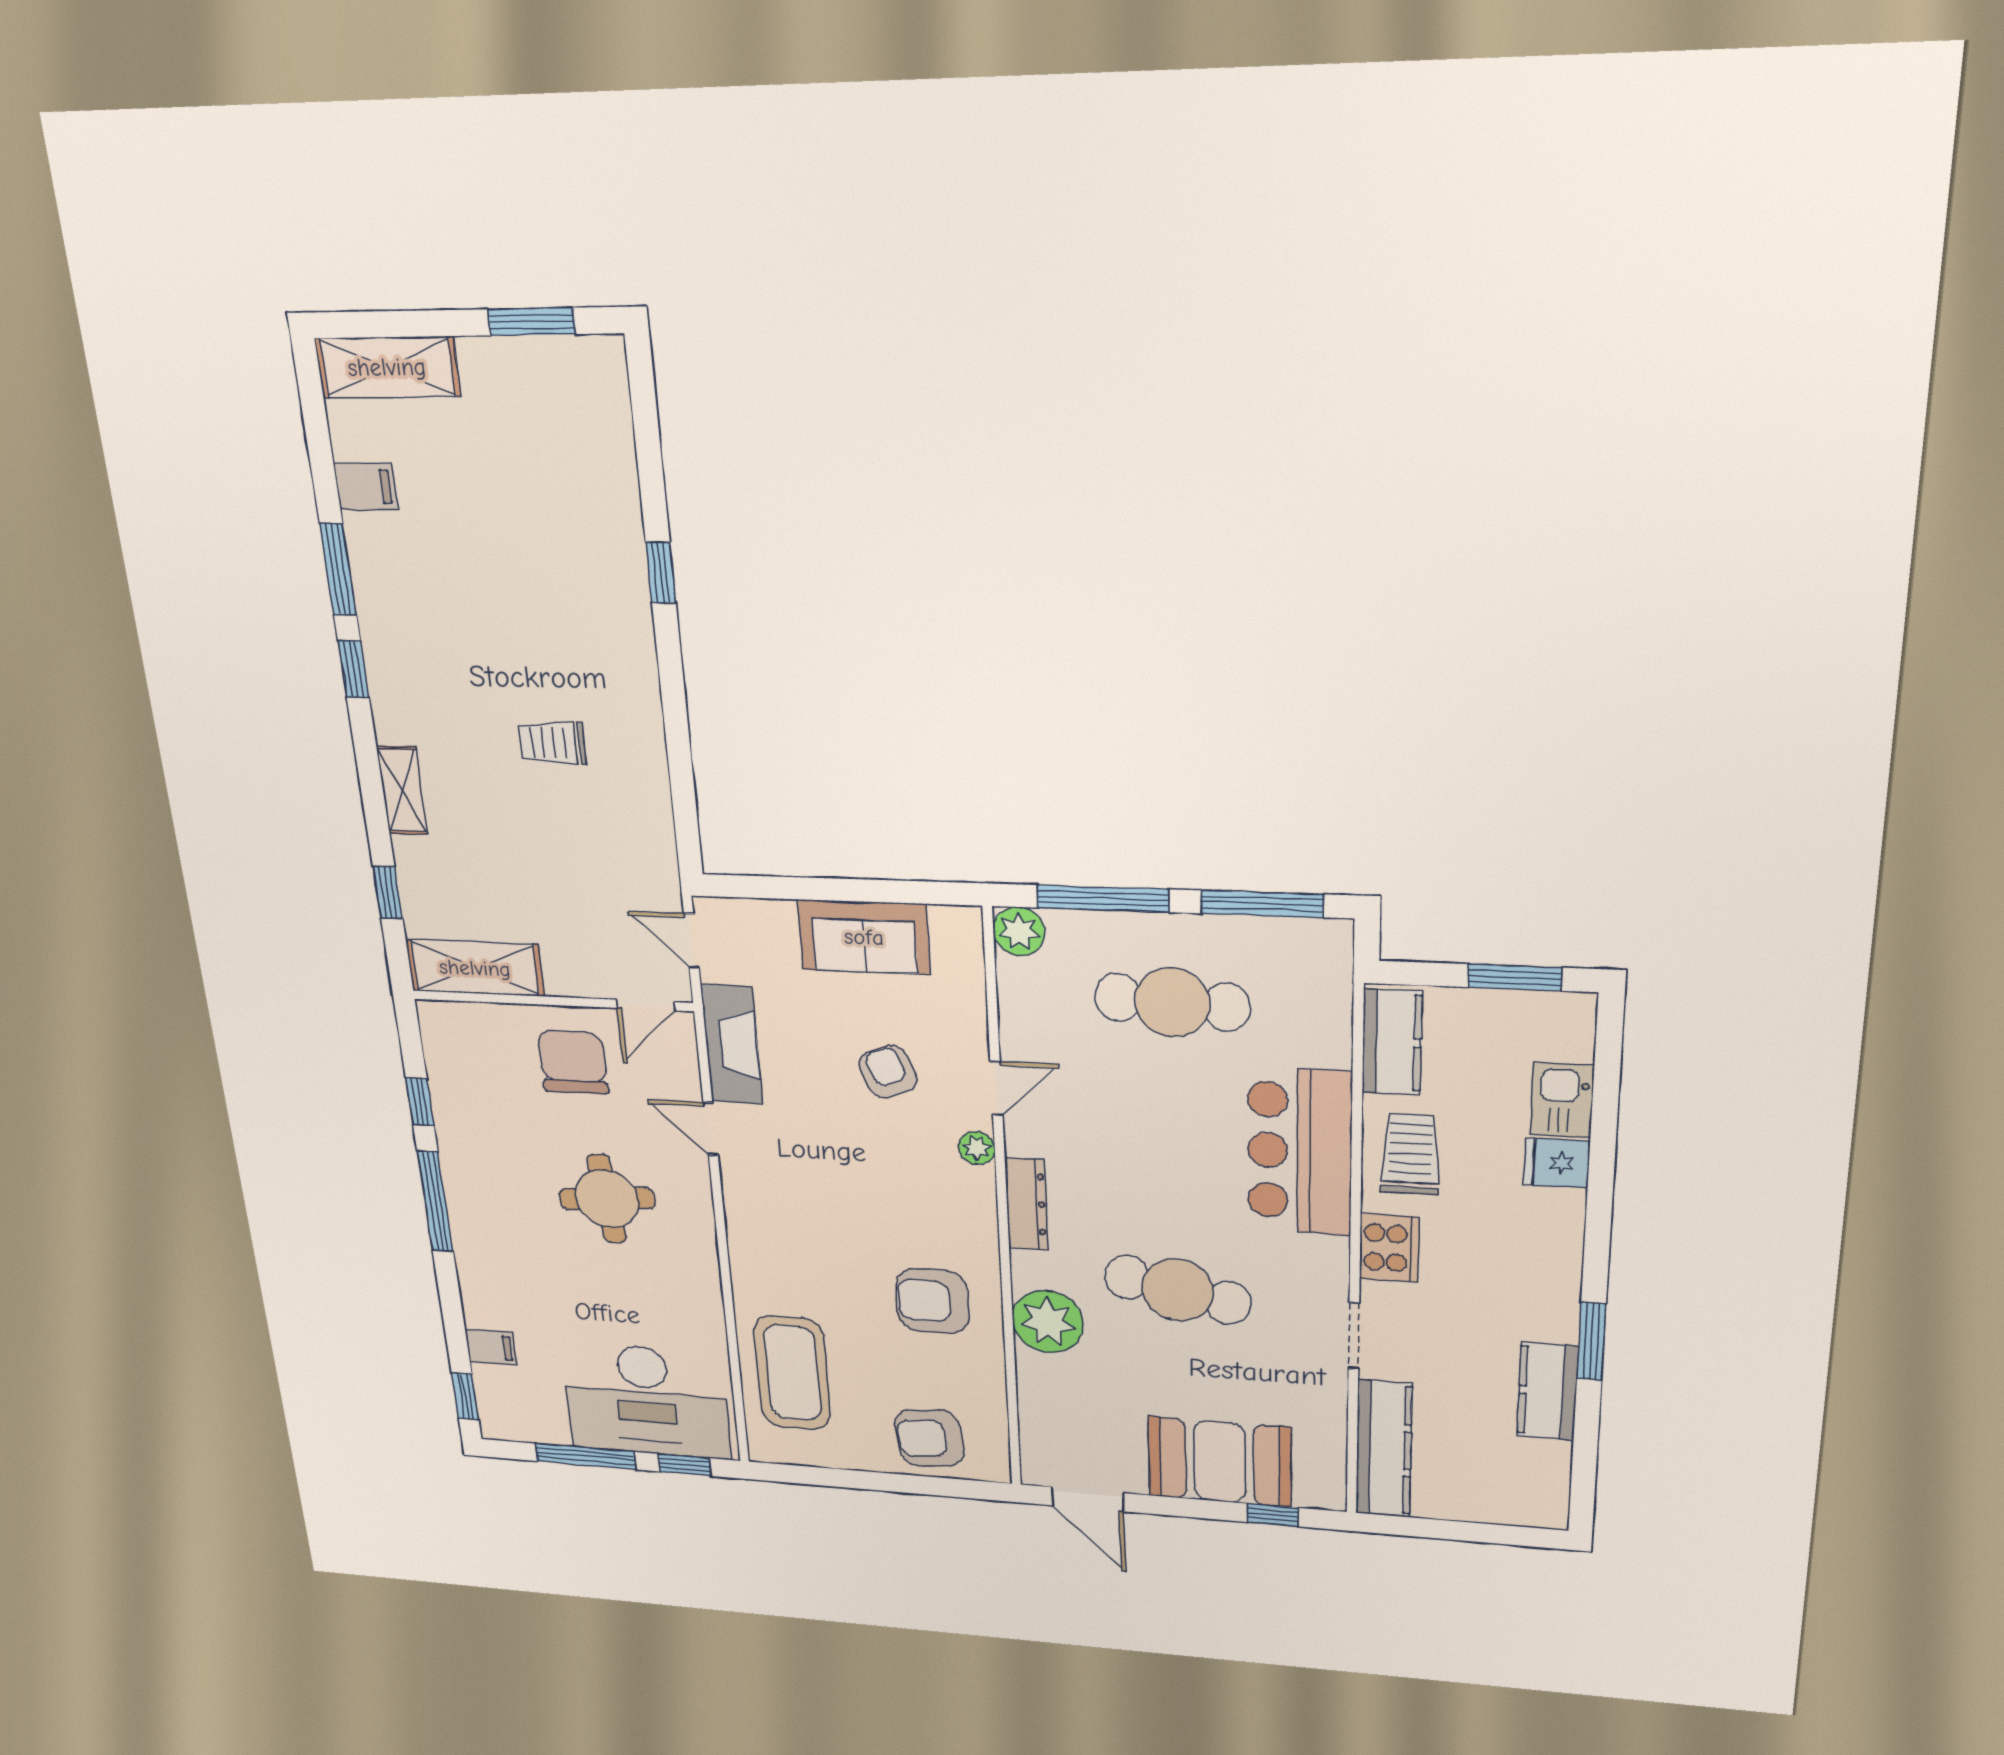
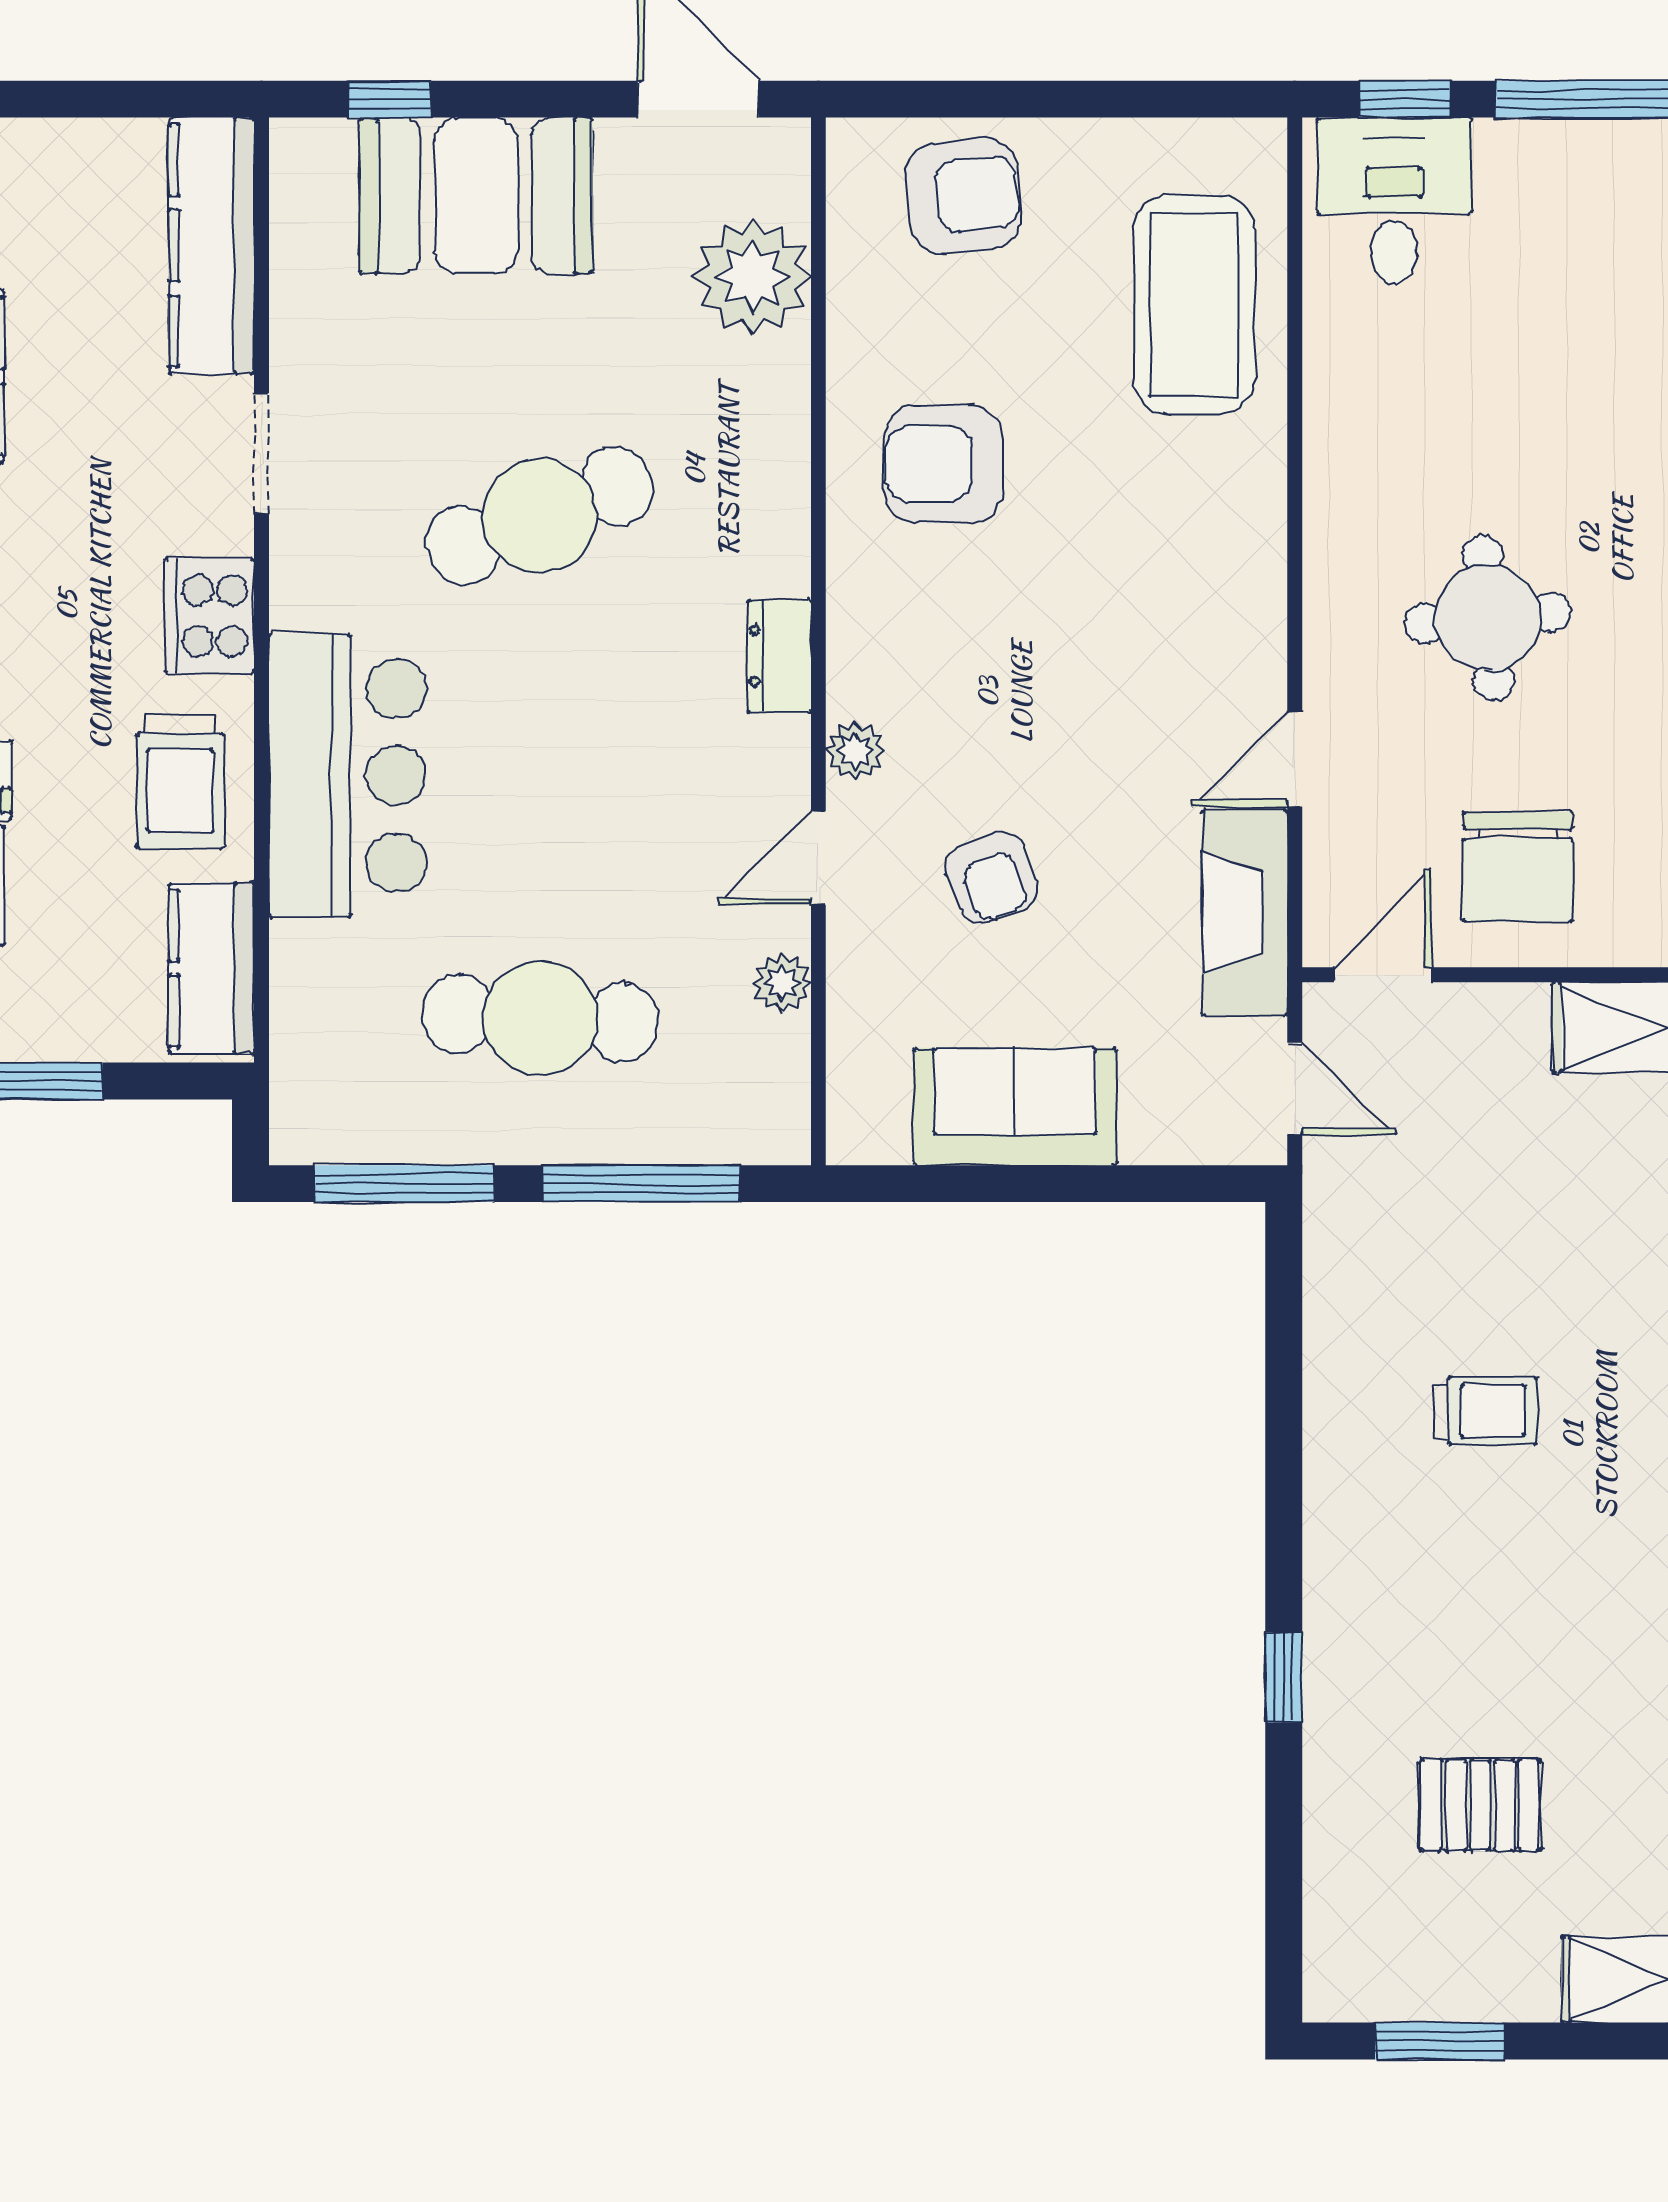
pallet: (525, 486) -> (1480, 1805), added
plant: (1019, 931) -> (782, 983), moved, width x0.73, depth x0.73
door: (711, 1129) -> (1295, 759), swing flipped
dresser: (1026, 1204) -> (779, 656), width x0.70
cafe table: (1178, 1290) -> (540, 516), turned -33
armchair: (932, 1301) -> (943, 464), turned 180
plant: (1048, 1322) -> (753, 277), moved
desk: (646, 1401) -> (1394, 201), width x0.53, depth x0.77

